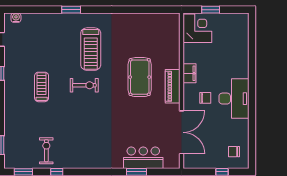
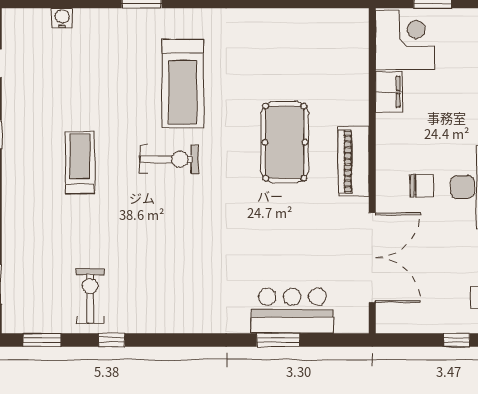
water cooler: (16, 18) -> (62, 18), moved
filing cabinet: (189, 73) -> (389, 92), moved

